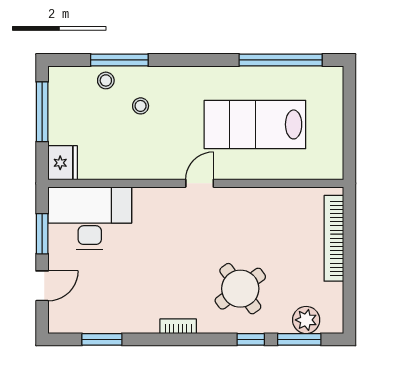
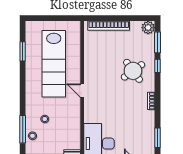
window: (281, 60) -> (23, 51), width x0.47
lab bench: (255, 124) -> (54, 64), width x1.36
plant: (306, 320) -> (148, 28), moved

